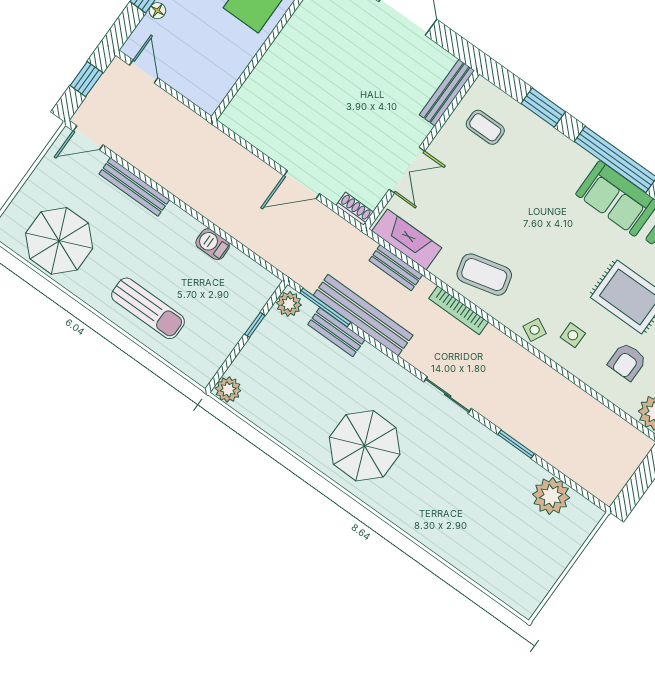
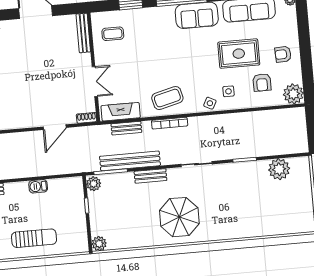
bench: (336, 332) -> (150, 176), moved

